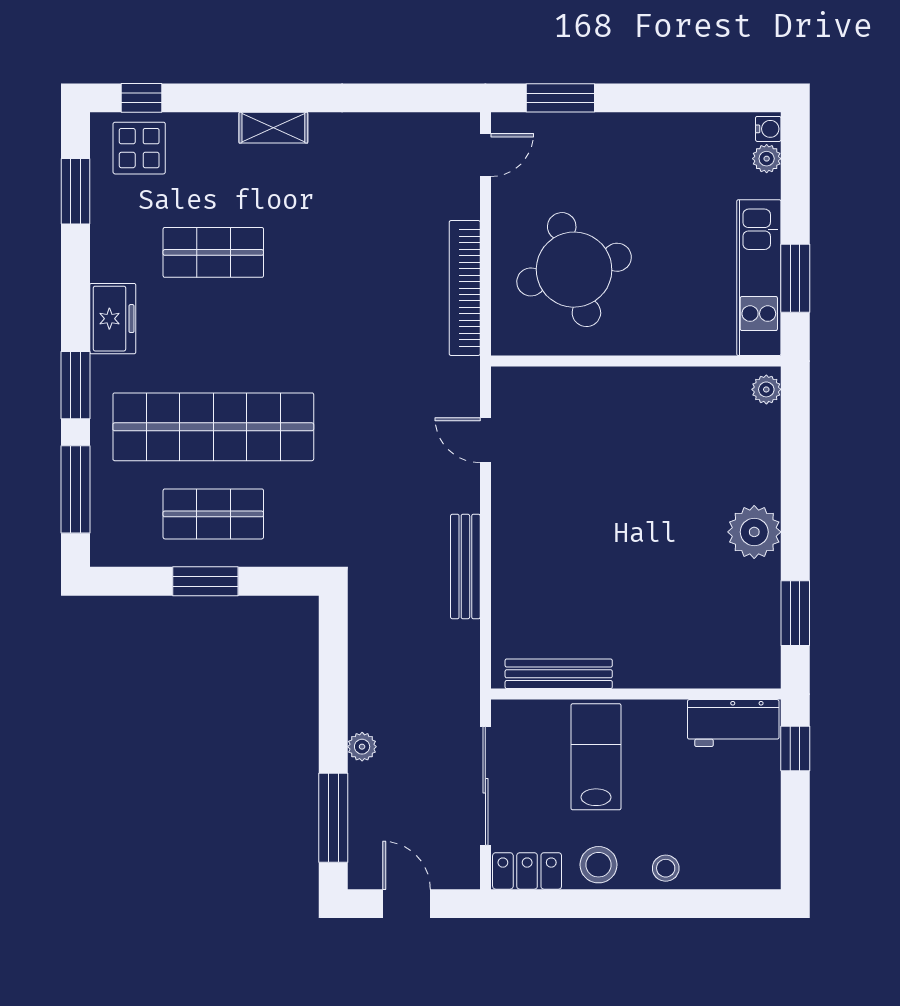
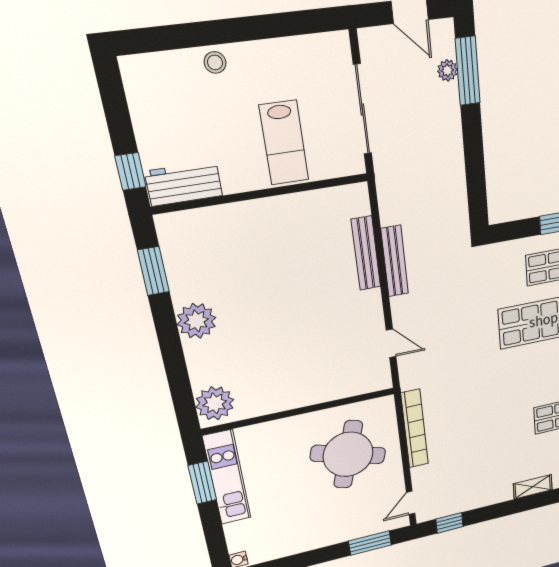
window: (424, 98) -> (449, 523), added
plant: (767, 159) -> (236, 544), removed
round table: (574, 270) -> (348, 454), turned 33
plant: (766, 389) -> (215, 403), width x1.88, depth x1.88
bench: (559, 674) -> (366, 253), moved, turned 90
plant: (362, 747) -> (447, 70), moved
stool: (598, 865) -> (269, 59), removed
locker: (527, 871) -> (323, 47), removed

